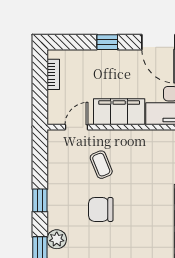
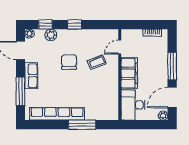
window: (107, 42) -> (172, 66), width x2.17
door: (76, 127) -> (120, 47), swing flipped

